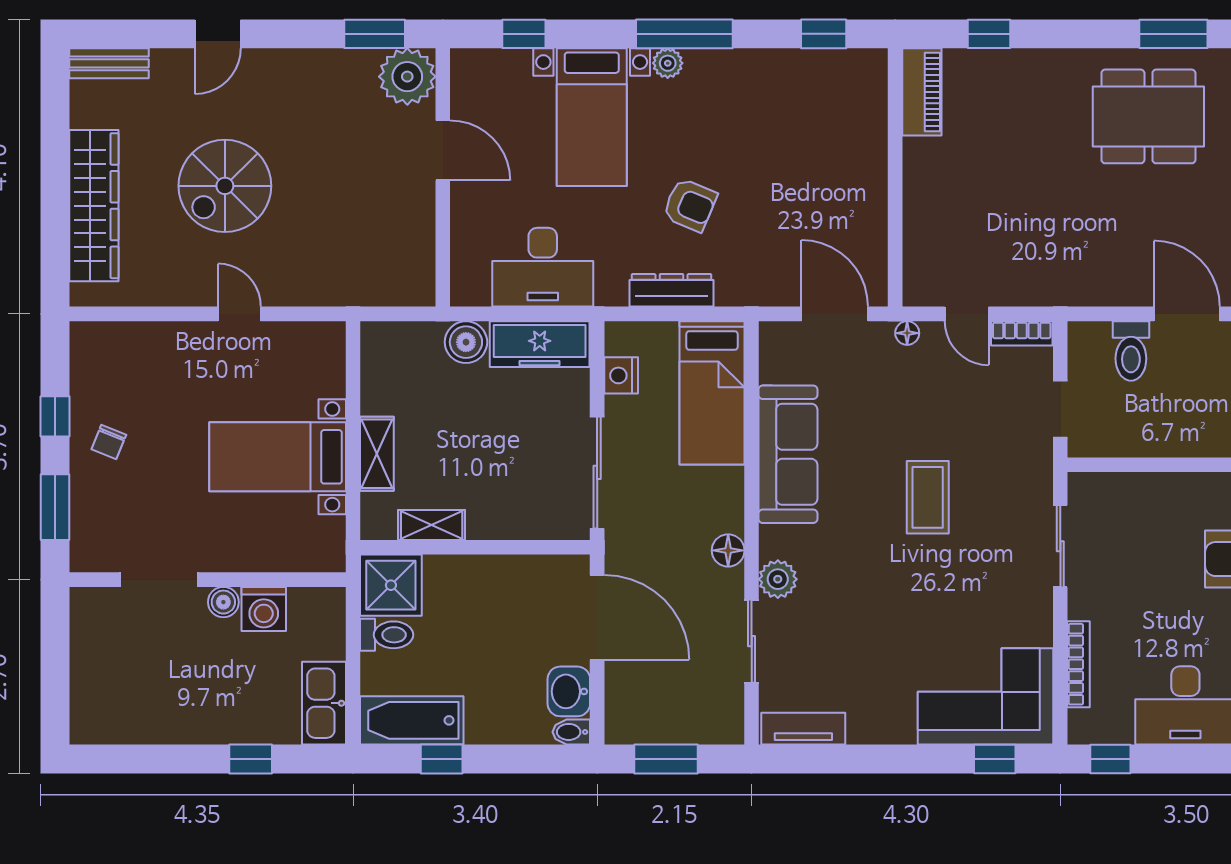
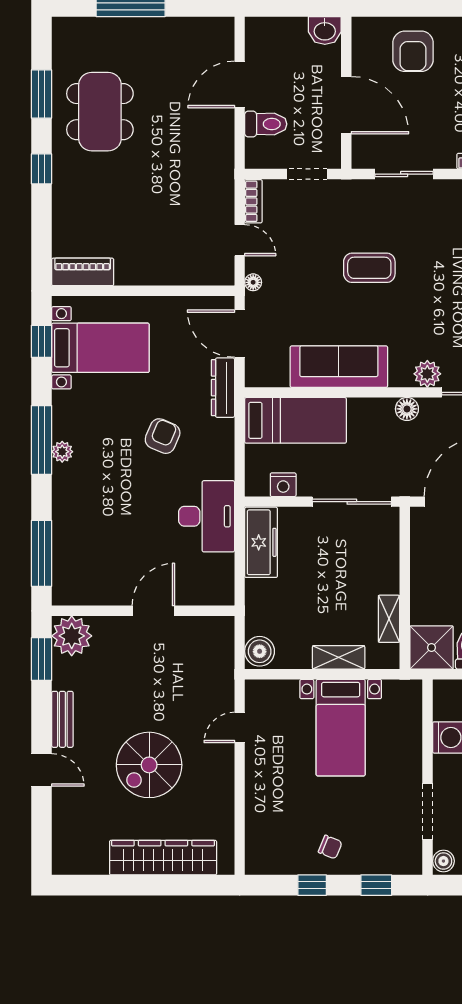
window: (524, 34) -> (42, 553), width x2.17
window: (989, 34) -> (42, 169), moved
bench: (109, 63) -> (62, 719), moved
bed with nightstands: (592, 117) -> (100, 348), moved
door: (443, 150) -> (153, 611), moved
spiral stairs: (225, 186) -> (149, 765), turned 90
desk: (543, 267) -> (207, 516), moved
dresser: (672, 290) -> (223, 388), moved
door: (239, 314) -> (240, 727), moved
door: (835, 314) -> (240, 334), hinge flipped
door: (967, 314) -> (240, 240), hinge flipped
boiler: (466, 342) -> (260, 651), moved
door: (1158, 465) -> (346, 105), added
window: (55, 507) -> (376, 885), width x0.67
boiler: (223, 602) -> (443, 861), moved

